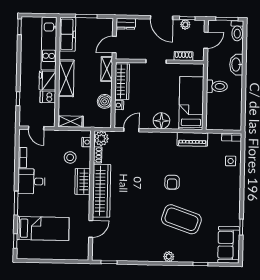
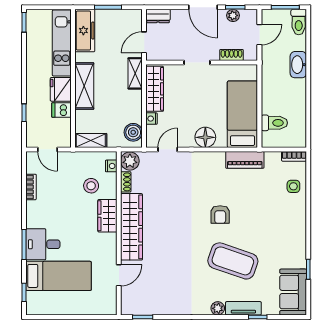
toilet: (217, 86) -> (274, 123), moved
boiler: (105, 101) -> (133, 132), moved
desk: (31, 181) -> (43, 244), moved
tv unit: (189, 257) -> (243, 308), added

